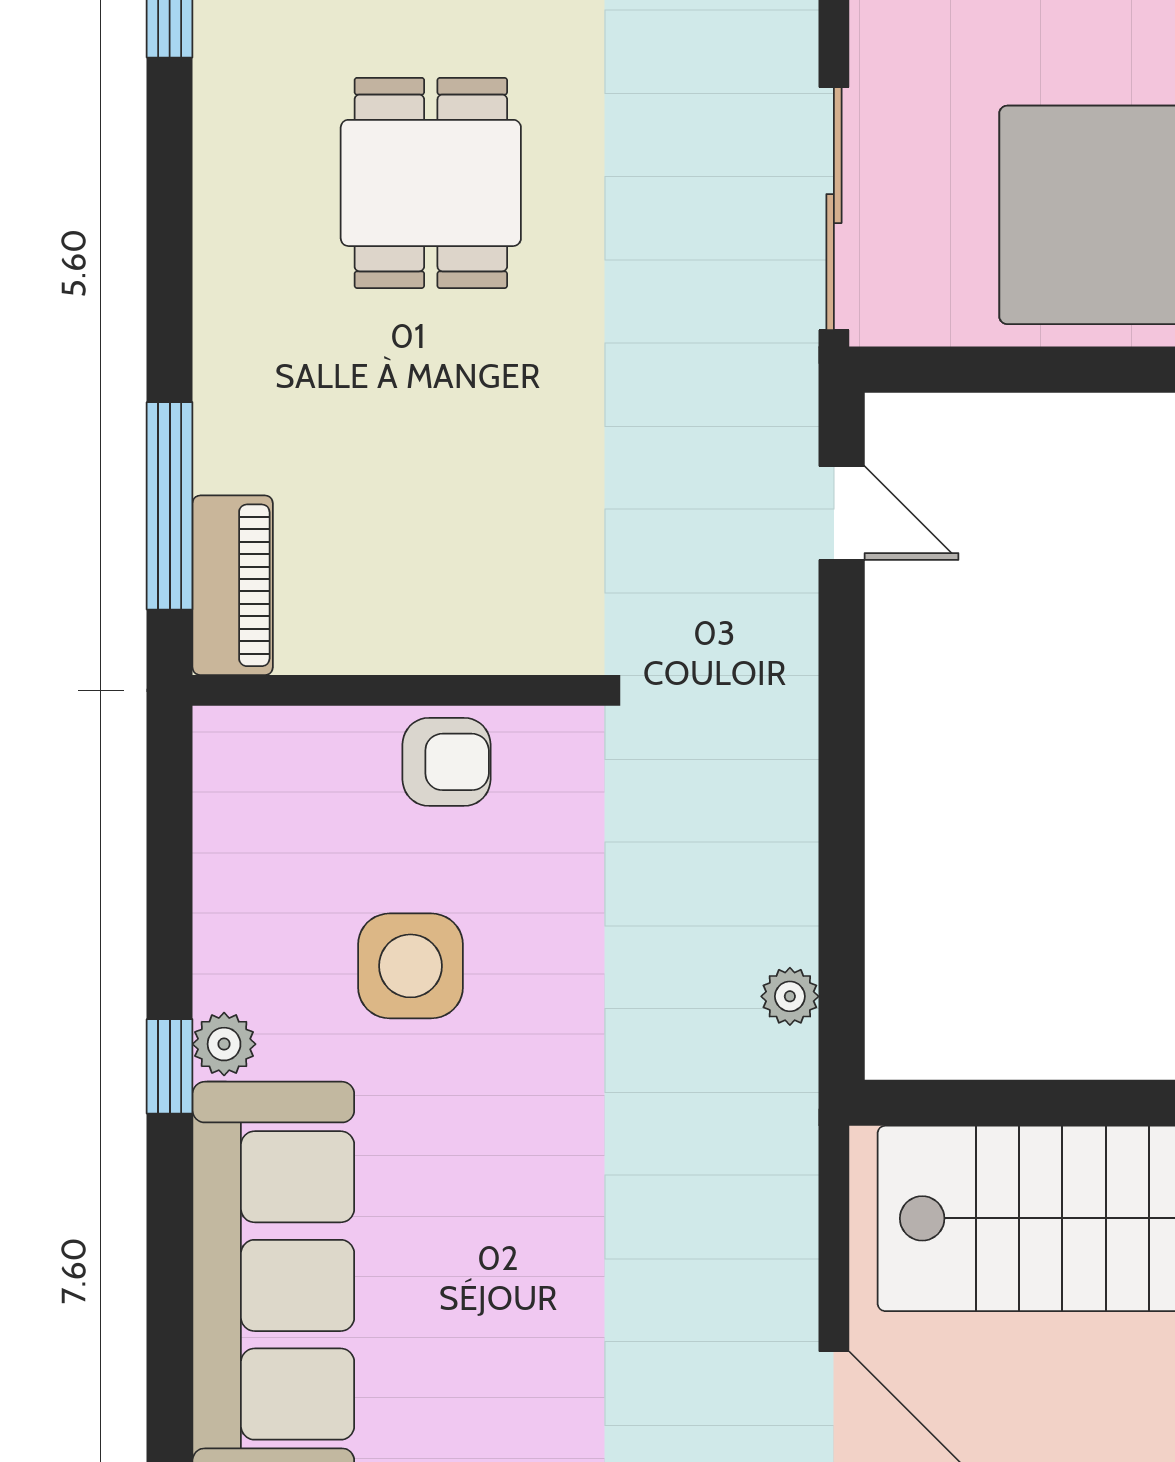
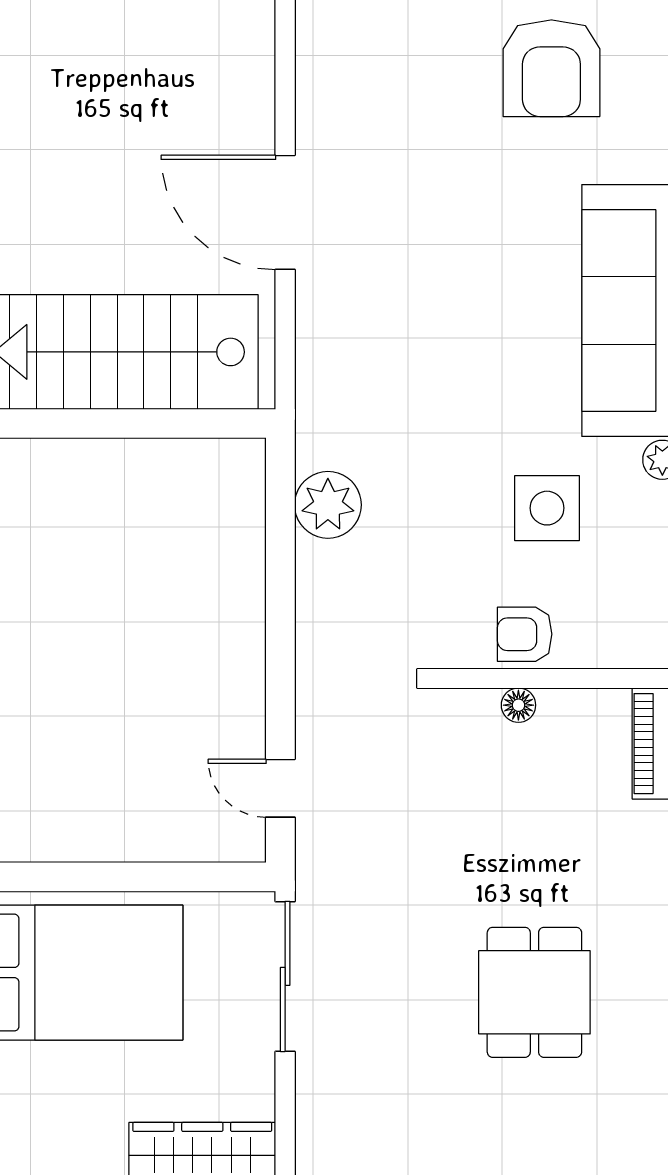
floor lamp: (457, 647) -> (518, 705), added
plant: (790, 996) -> (328, 505), width x1.88, depth x1.88

